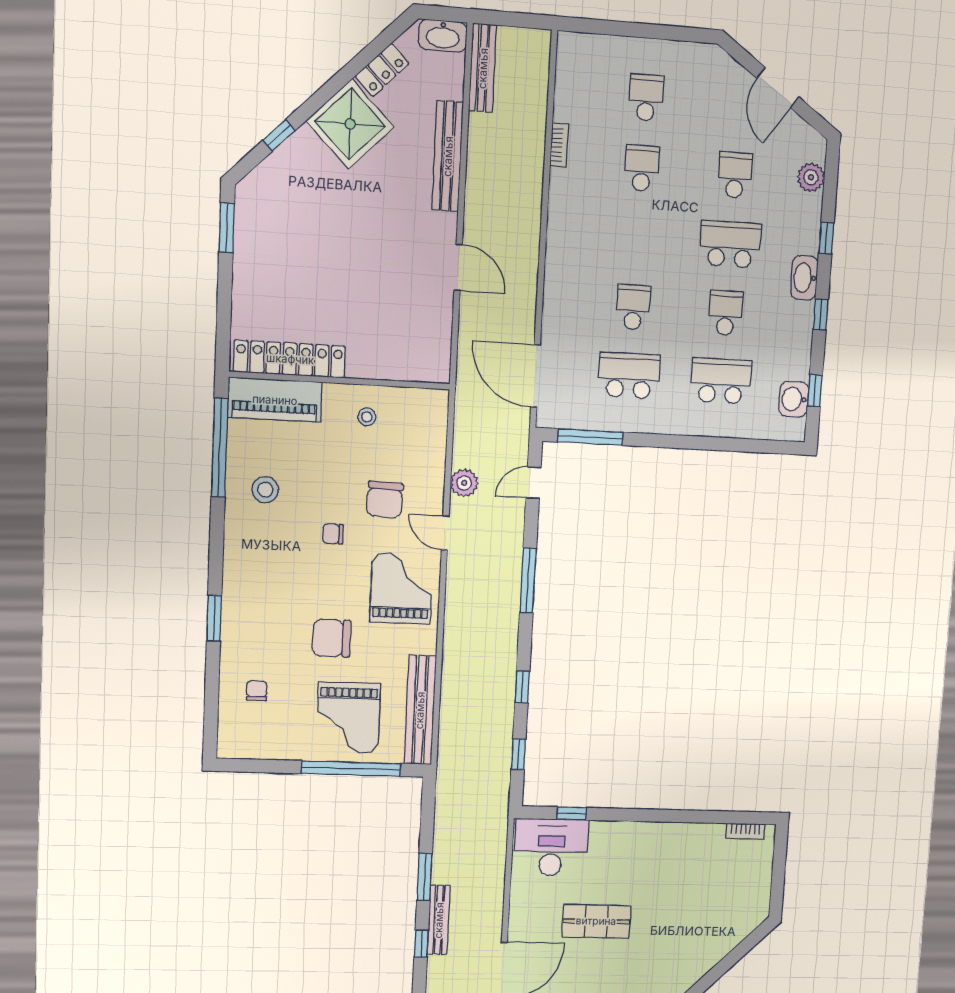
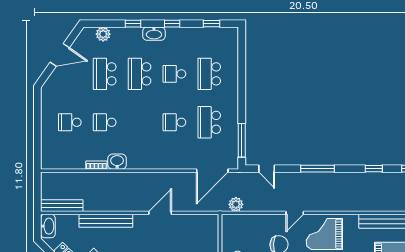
school desk: (735, 175) -> (105, 74), width x1.85
washbasin: (794, 399) -> (117, 162), moved, turned 180
plant: (464, 483) -> (236, 204), moved

